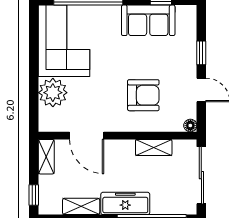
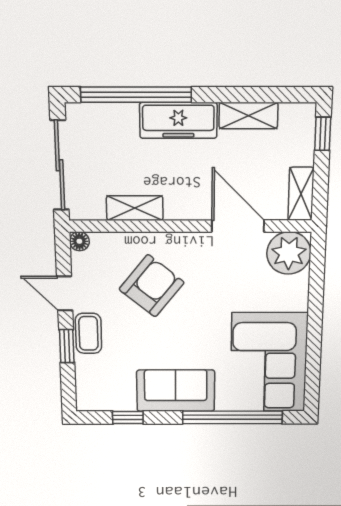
sofa: (148, 20) -> (176, 391), moved
coffee table: (186, 62) -> (88, 333), added
plant: (53, 93) -> (289, 253), moved
armchair: (143, 95) -> (152, 286), turned 129

